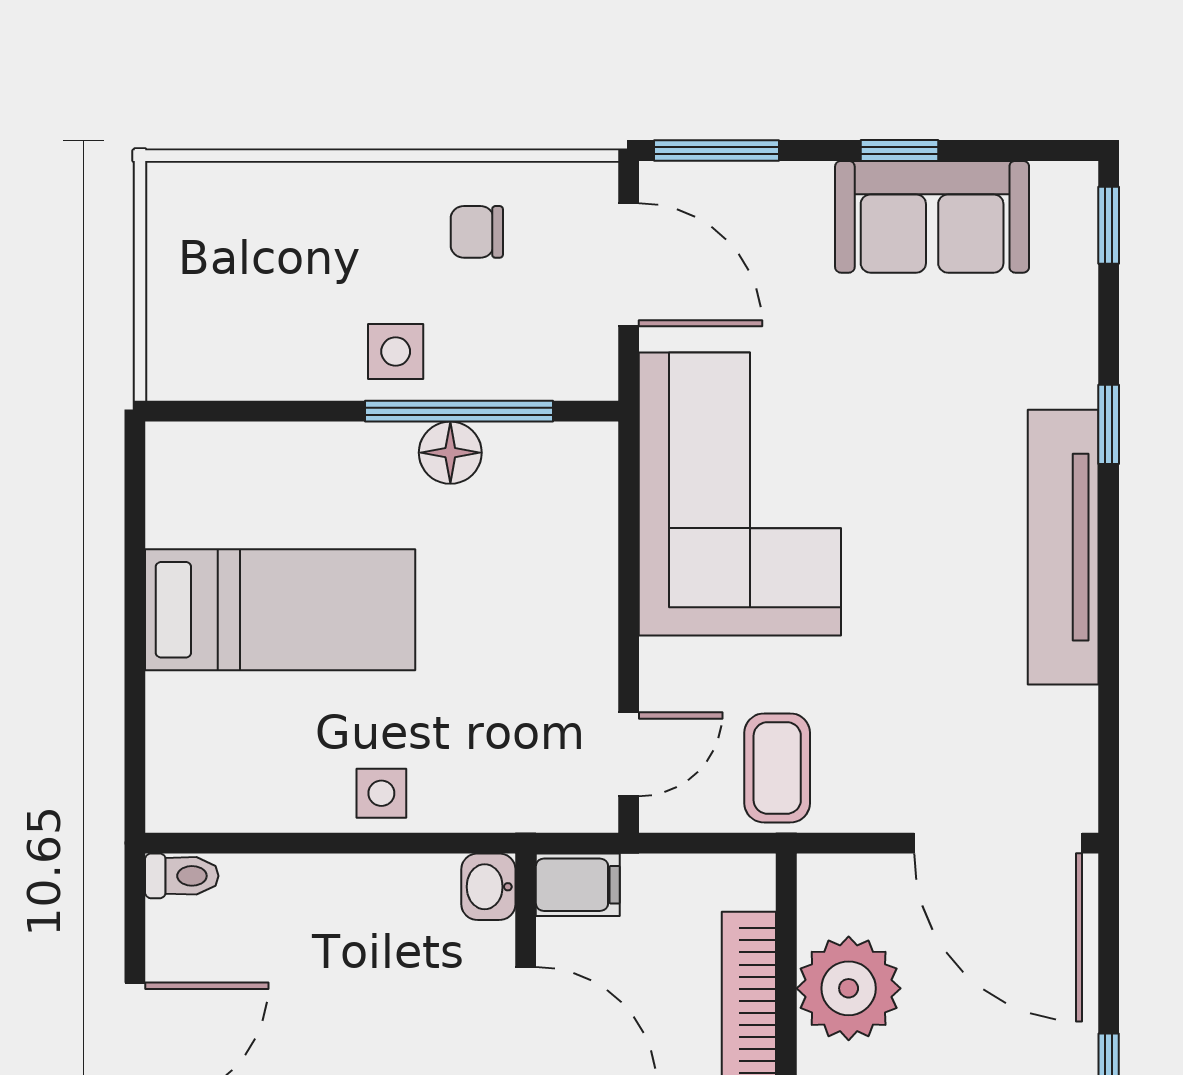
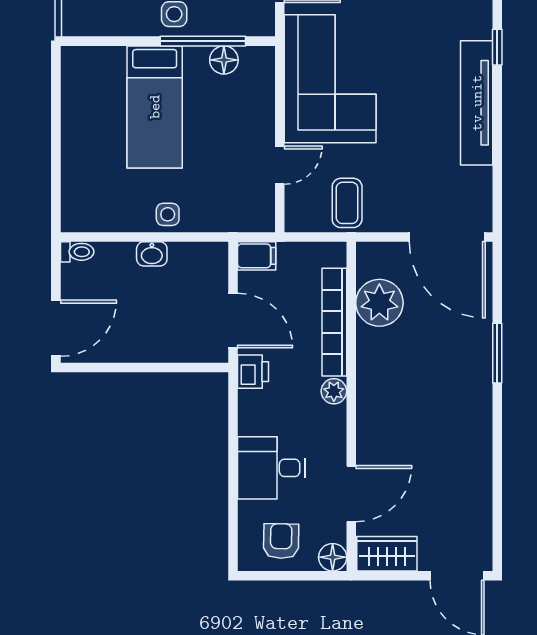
floor lamp: (450, 453) -> (224, 60), moved
bed: (280, 610) -> (155, 107), moved, turned 90
door: (629, 754) -> (280, 165), moved
washbasin: (488, 887) -> (152, 254), moved, turned -90

